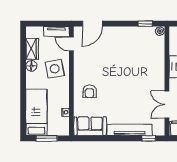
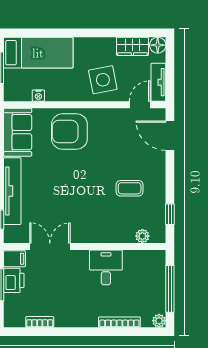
plant: (160, 31) -> (142, 236), moved
coffee table: (128, 51) -> (130, 188), added
floor lamp: (31, 66) -> (158, 45), moved
armchair: (89, 91) -> (69, 132), width x1.88, depth x1.88

